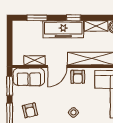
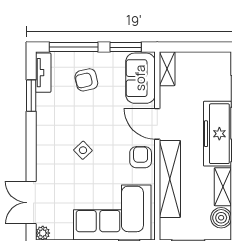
shelving: (35, 60) -> (167, 69), moved
armchair: (78, 77) -> (141, 157), turned 90

